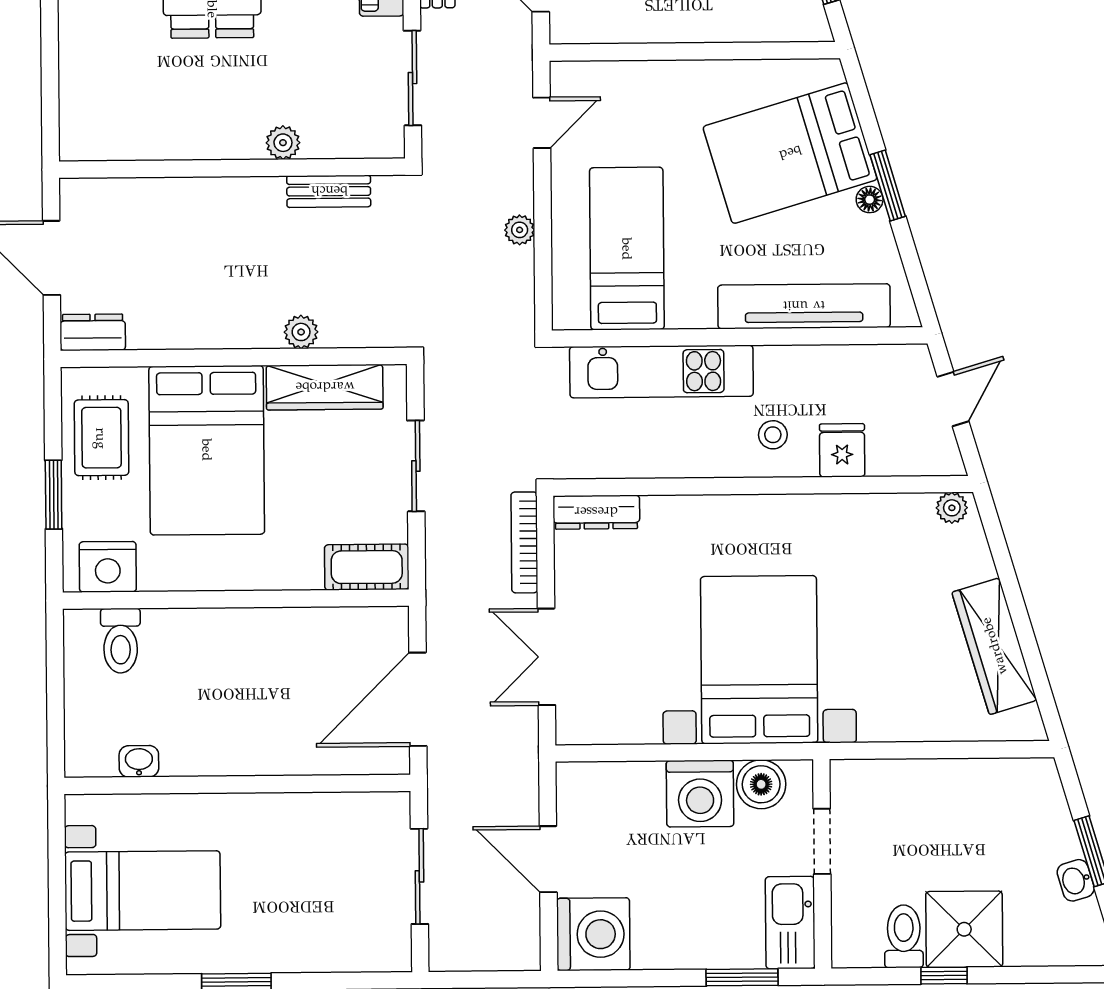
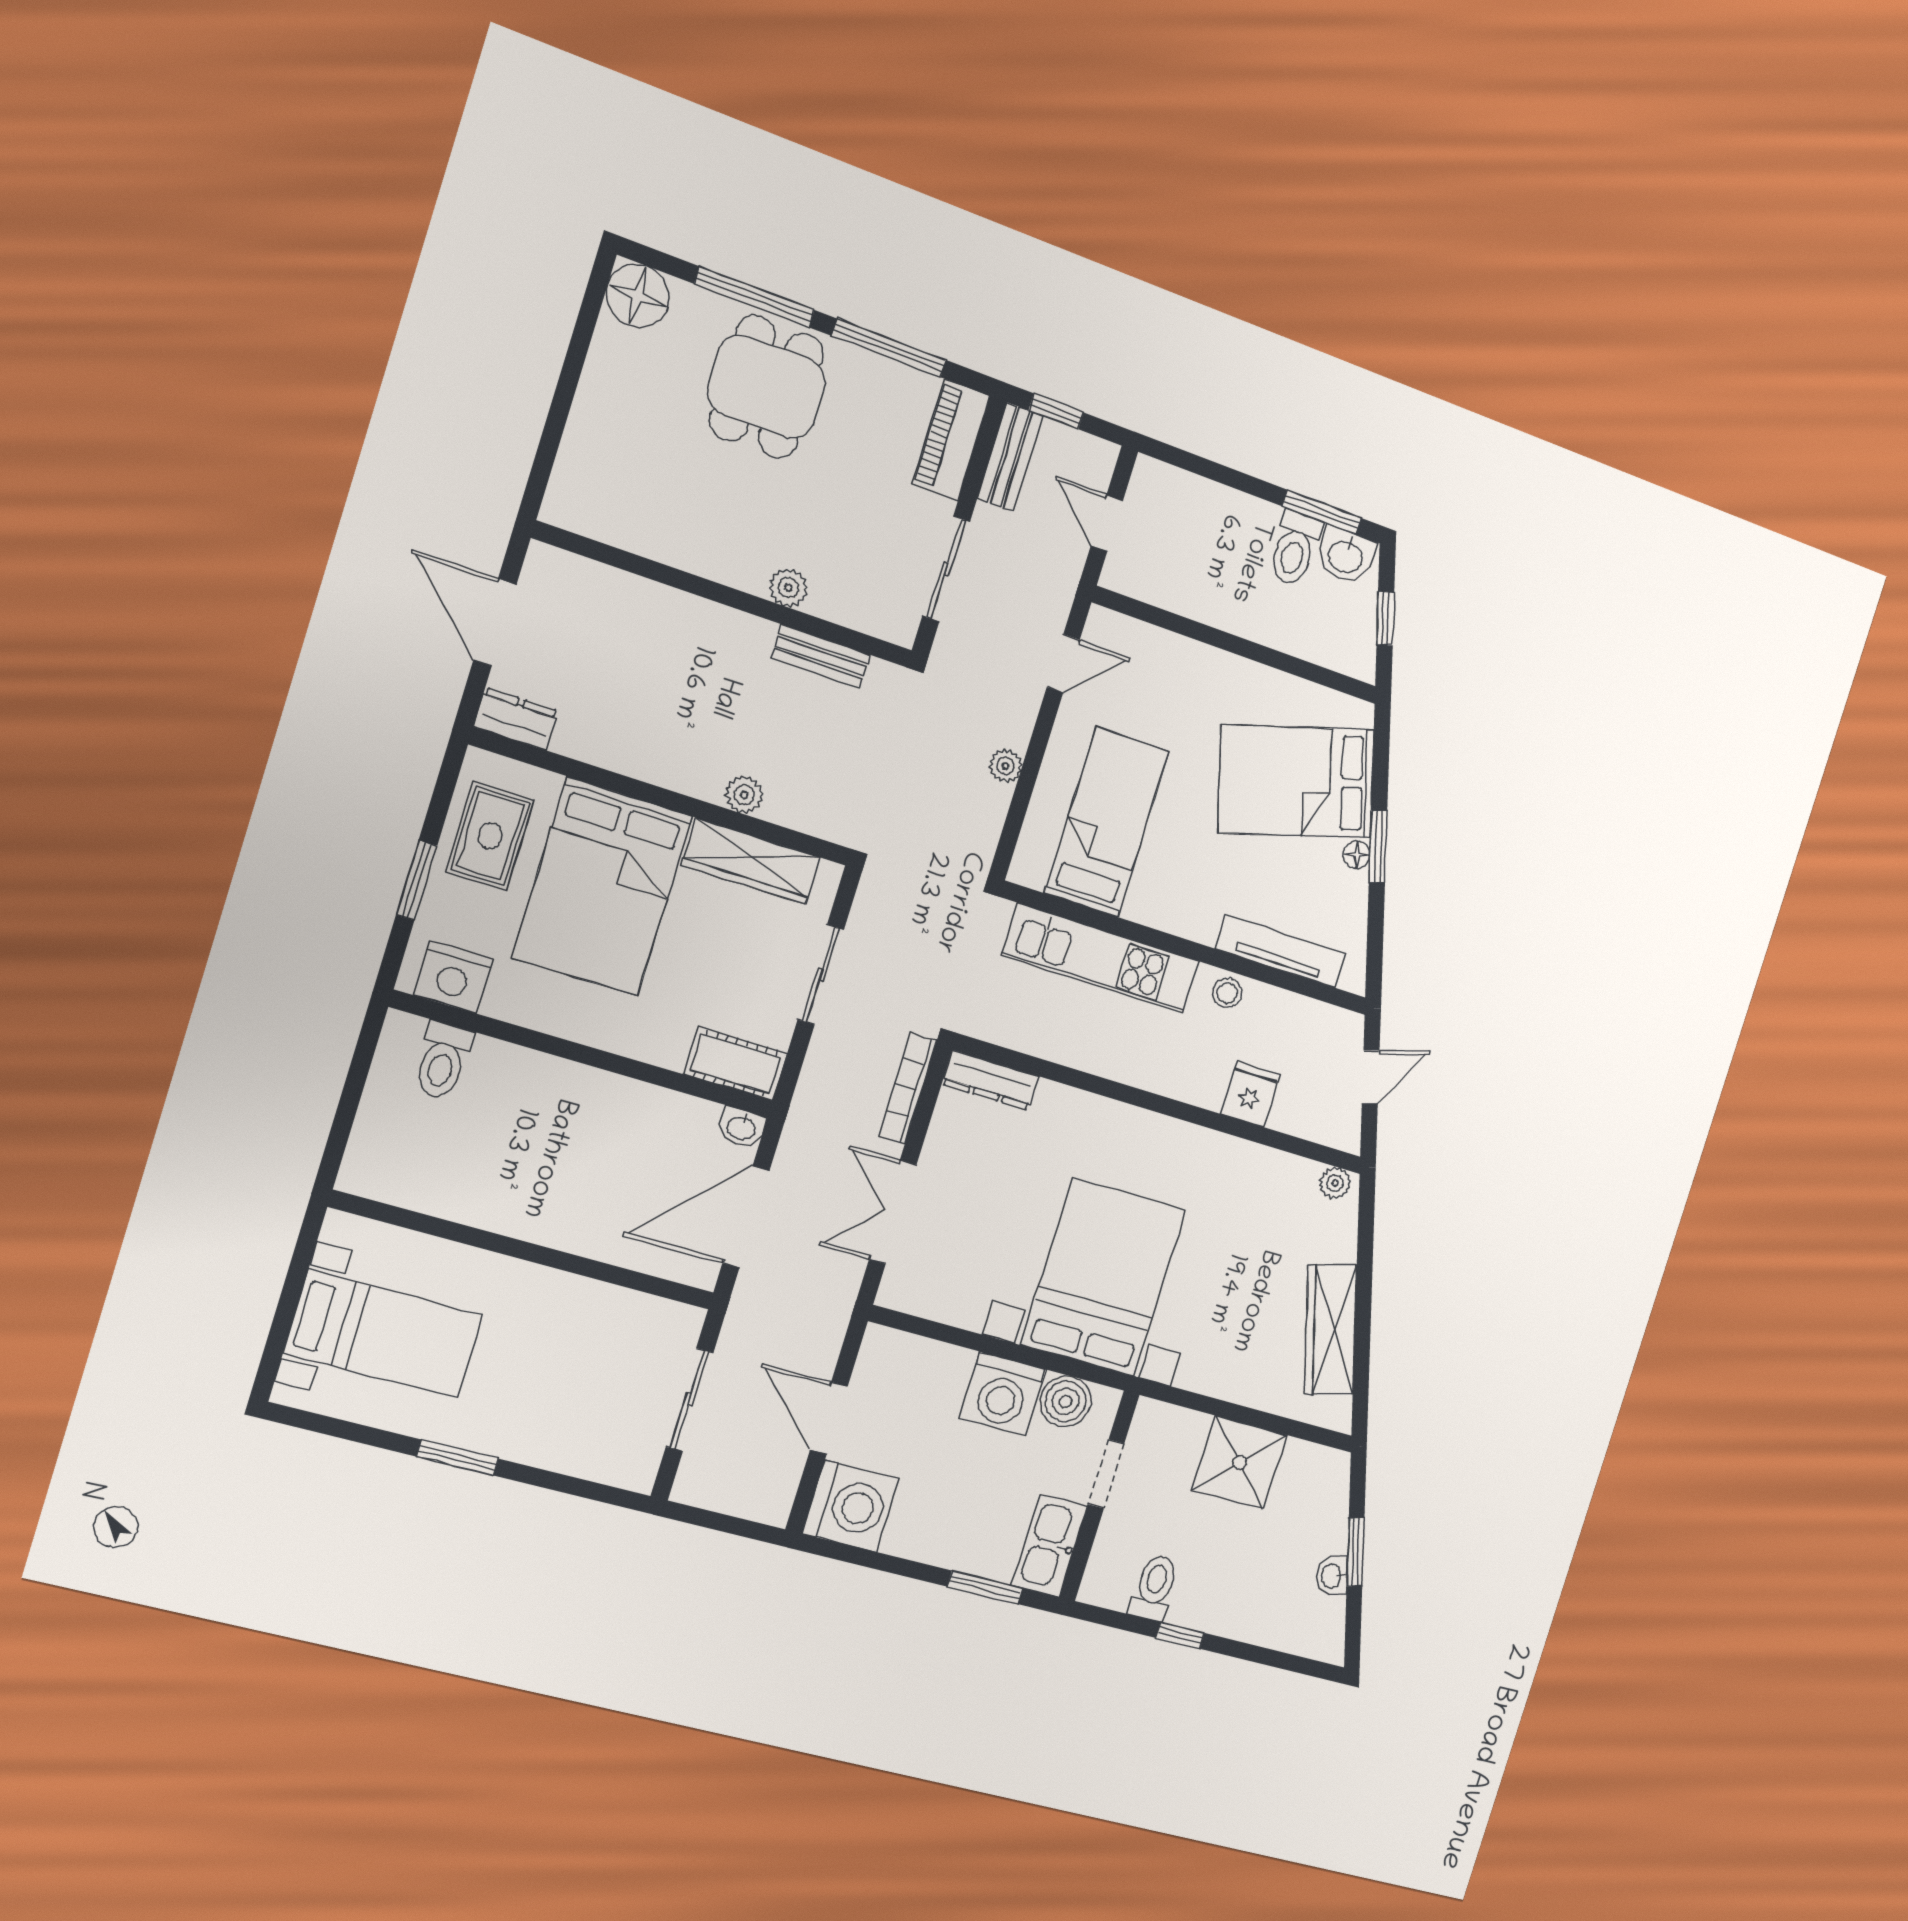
tv unit: (804, 306) -> (1281, 951), width x0.73, depth x0.78
stool: (773, 435) -> (1227, 993), moved
washbasin: (139, 761) -> (742, 1128), moved, turned 180
shower: (964, 929) -> (1240, 1462), moved

